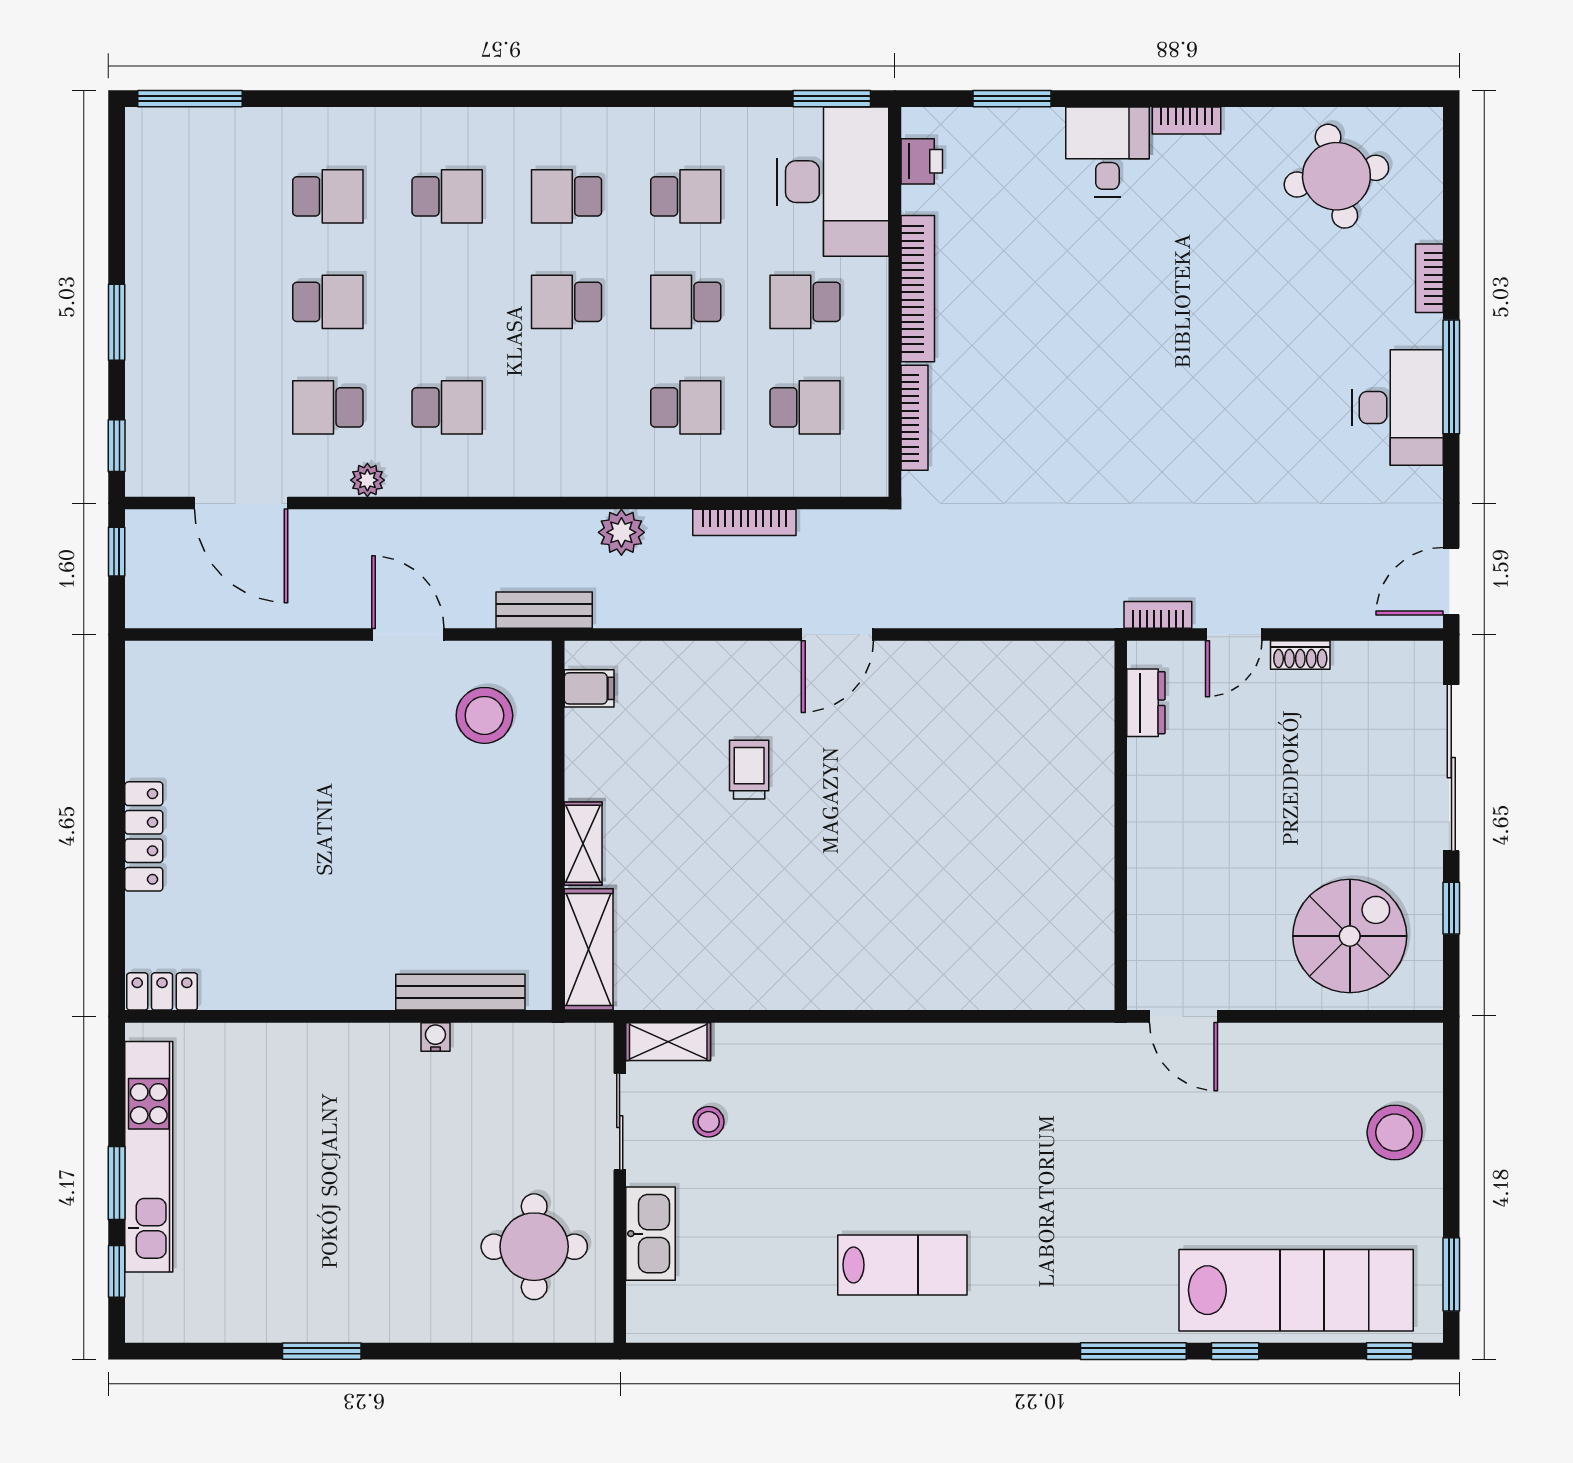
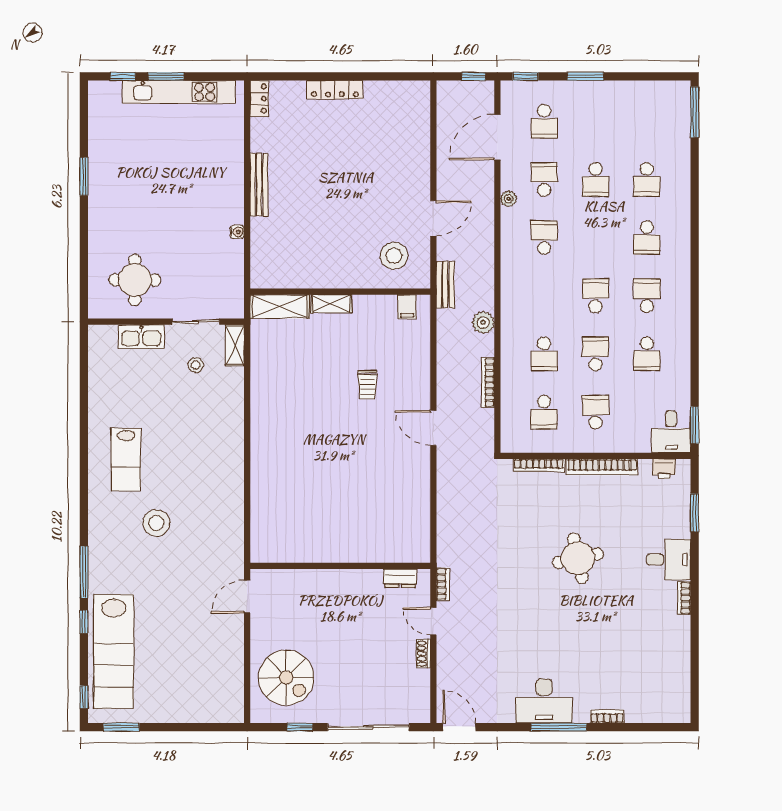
round table: (1336, 176) -> (578, 558), moved
desk: (833, 182) -> (671, 432), width x0.53, depth x0.77
school desk: (209, 407) -> (544, 121), added
school desk: (447, 407) -> (544, 238), turned 180
trolley: (749, 770) -> (367, 385), turned 90
bench: (460, 992) -> (259, 185), moved
stool: (1395, 1132) -> (156, 523), moved

